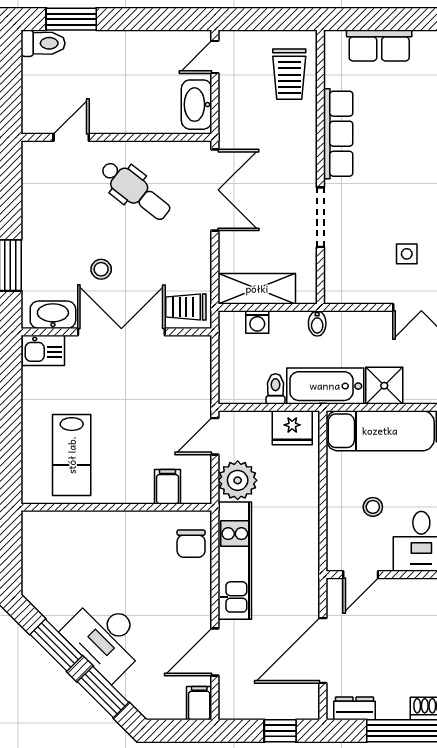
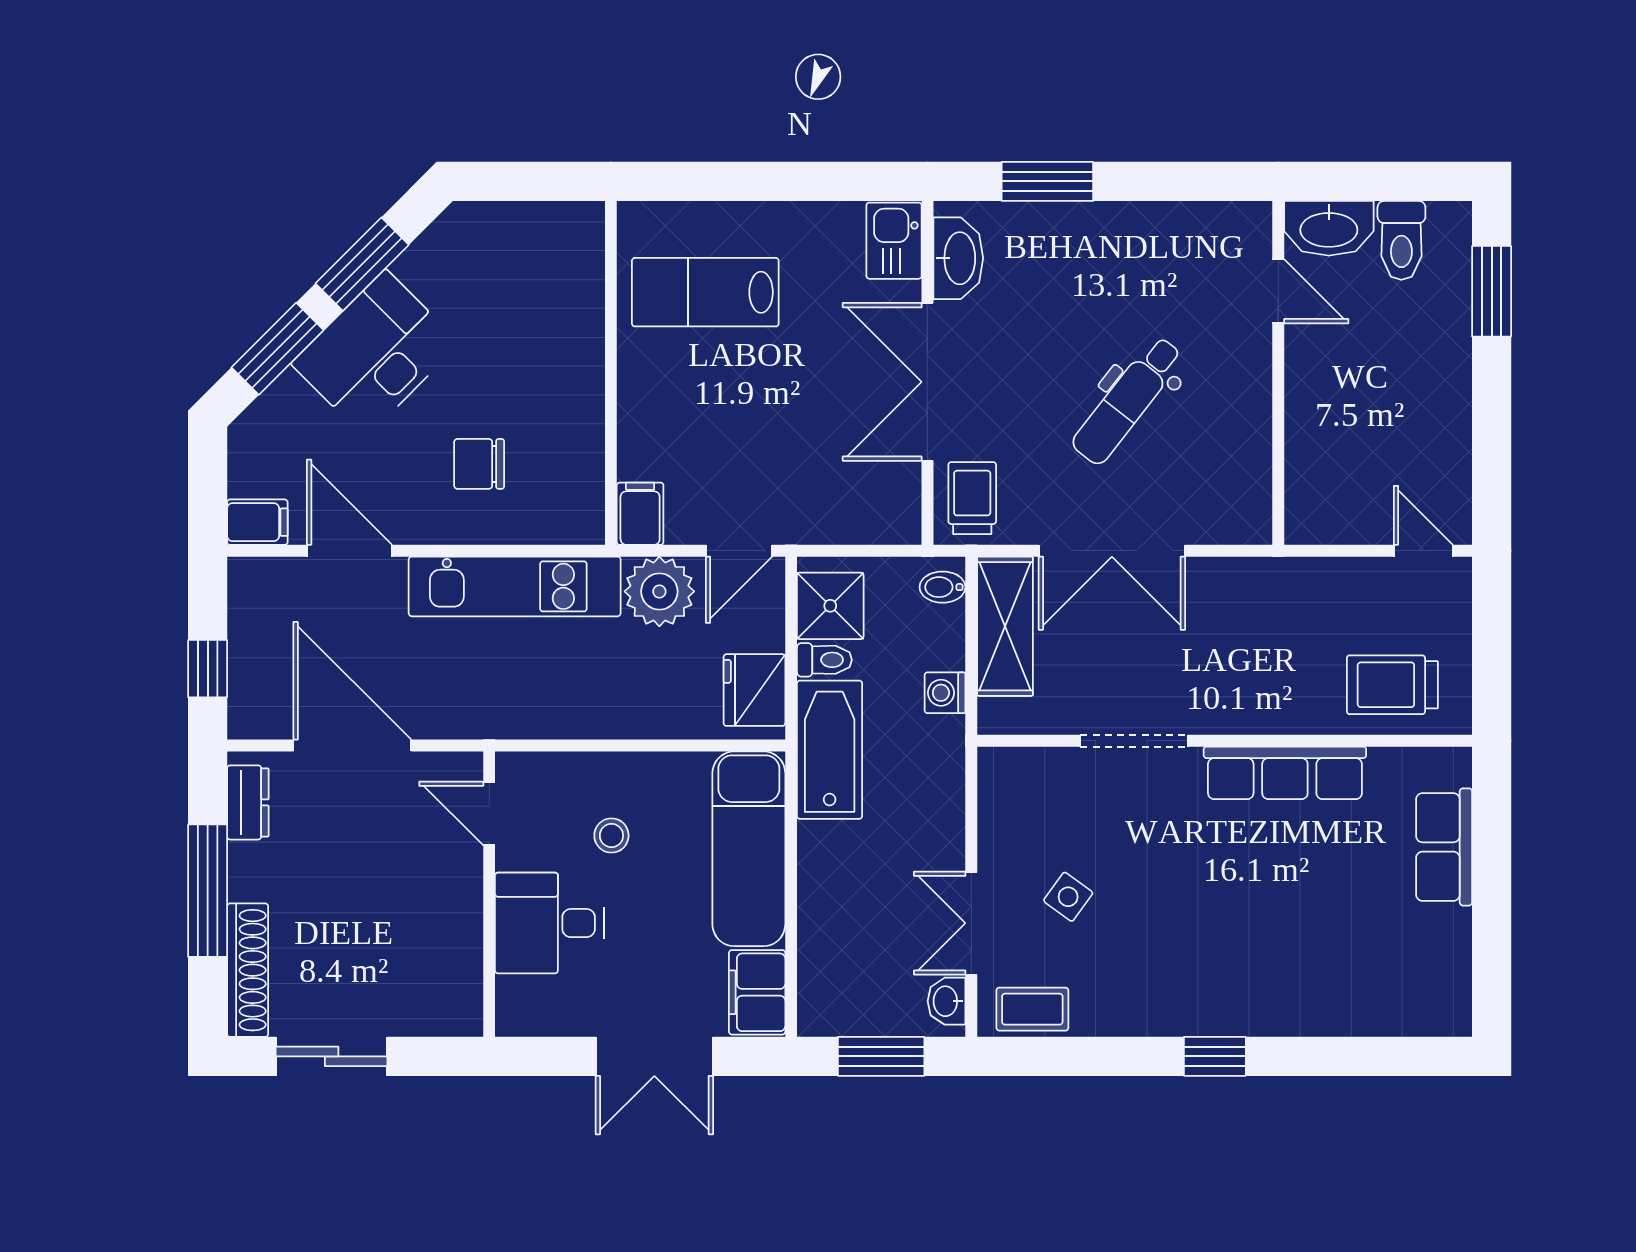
toilet: (43, 43) -> (1401, 240), moved
washbasin: (197, 105) -> (1329, 228), moved, turned 180
dental chair: (135, 190) -> (1127, 400), moved
double door: (215, 190) -> (1112, 551), moved
side table: (407, 254) -> (1068, 897), turned 36
stool: (101, 269) -> (1040, 345), removed
washing machine: (257, 322) -> (945, 693), moved
bidet: (317, 323) -> (943, 587), moved
double door: (121, 332) -> (927, 382), swing flipped
shower: (384, 386) -> (830, 606), moved
door: (215, 436) -> (739, 551), swing flipped
filing cabinet: (168, 487) -> (640, 514), moved, turned -90
chair: (191, 544) -> (479, 464), moved

